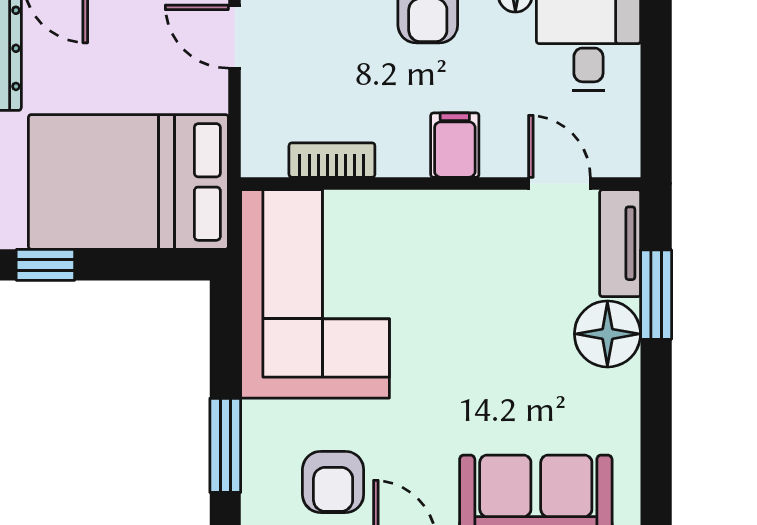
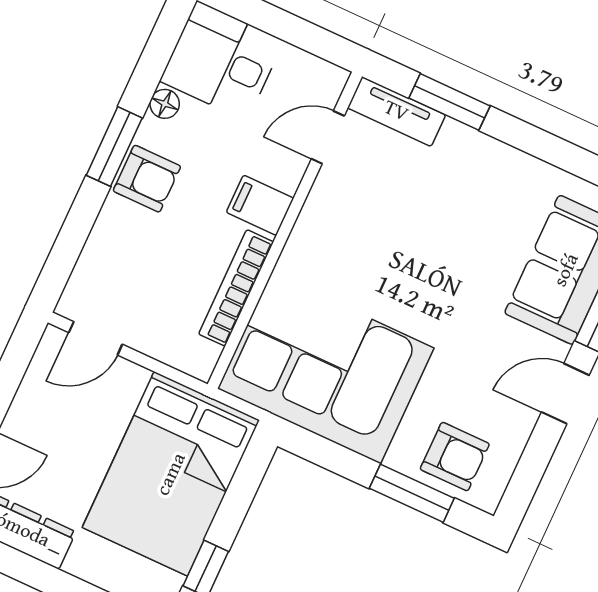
bookcase: (332, 160) -> (236, 288), width x1.56
floor lamp: (607, 334) -> (463, 154), removed
armchair: (333, 482) -> (455, 457), moved

